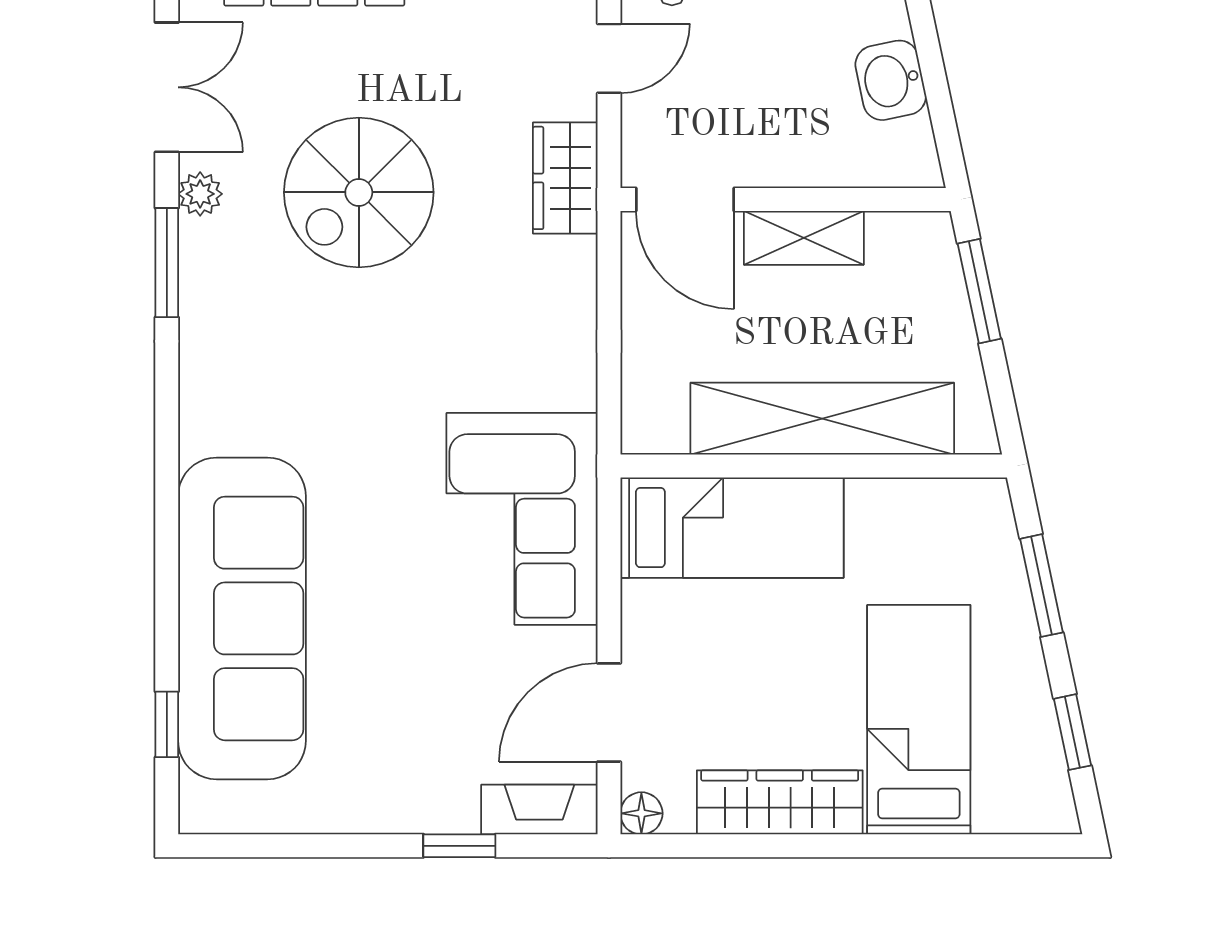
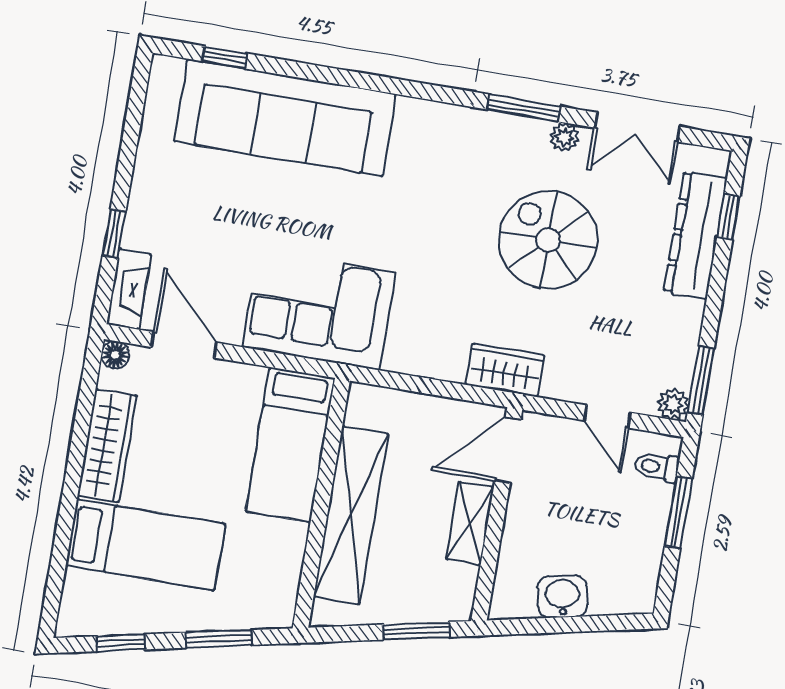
wardrobe: (565, 178) -> (505, 370), moved

